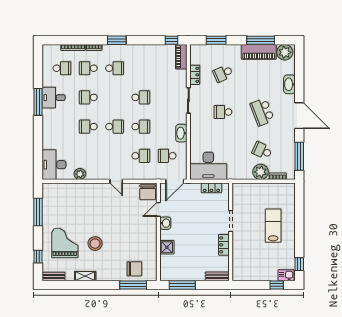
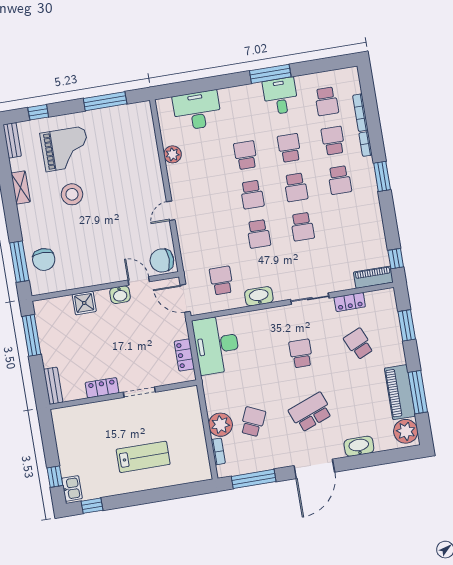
school desk: (141, 156) -> (296, 187), moved
desk: (54, 165) -> (197, 110), moved

